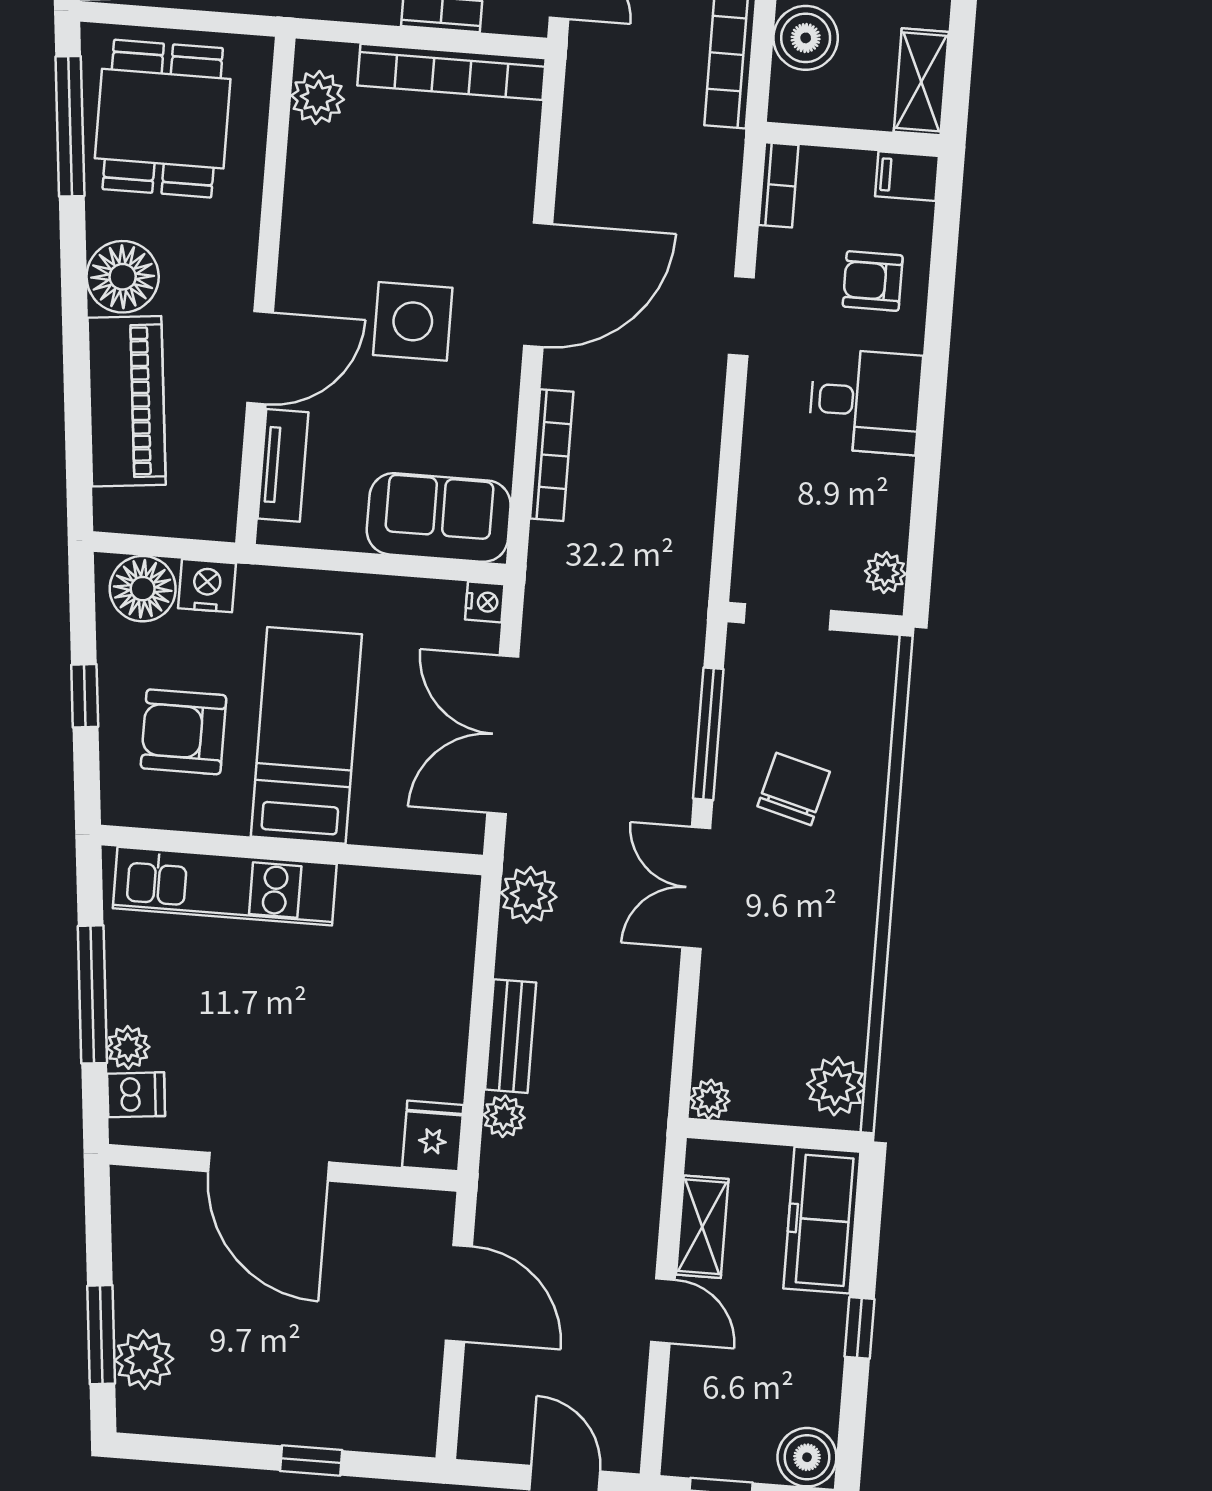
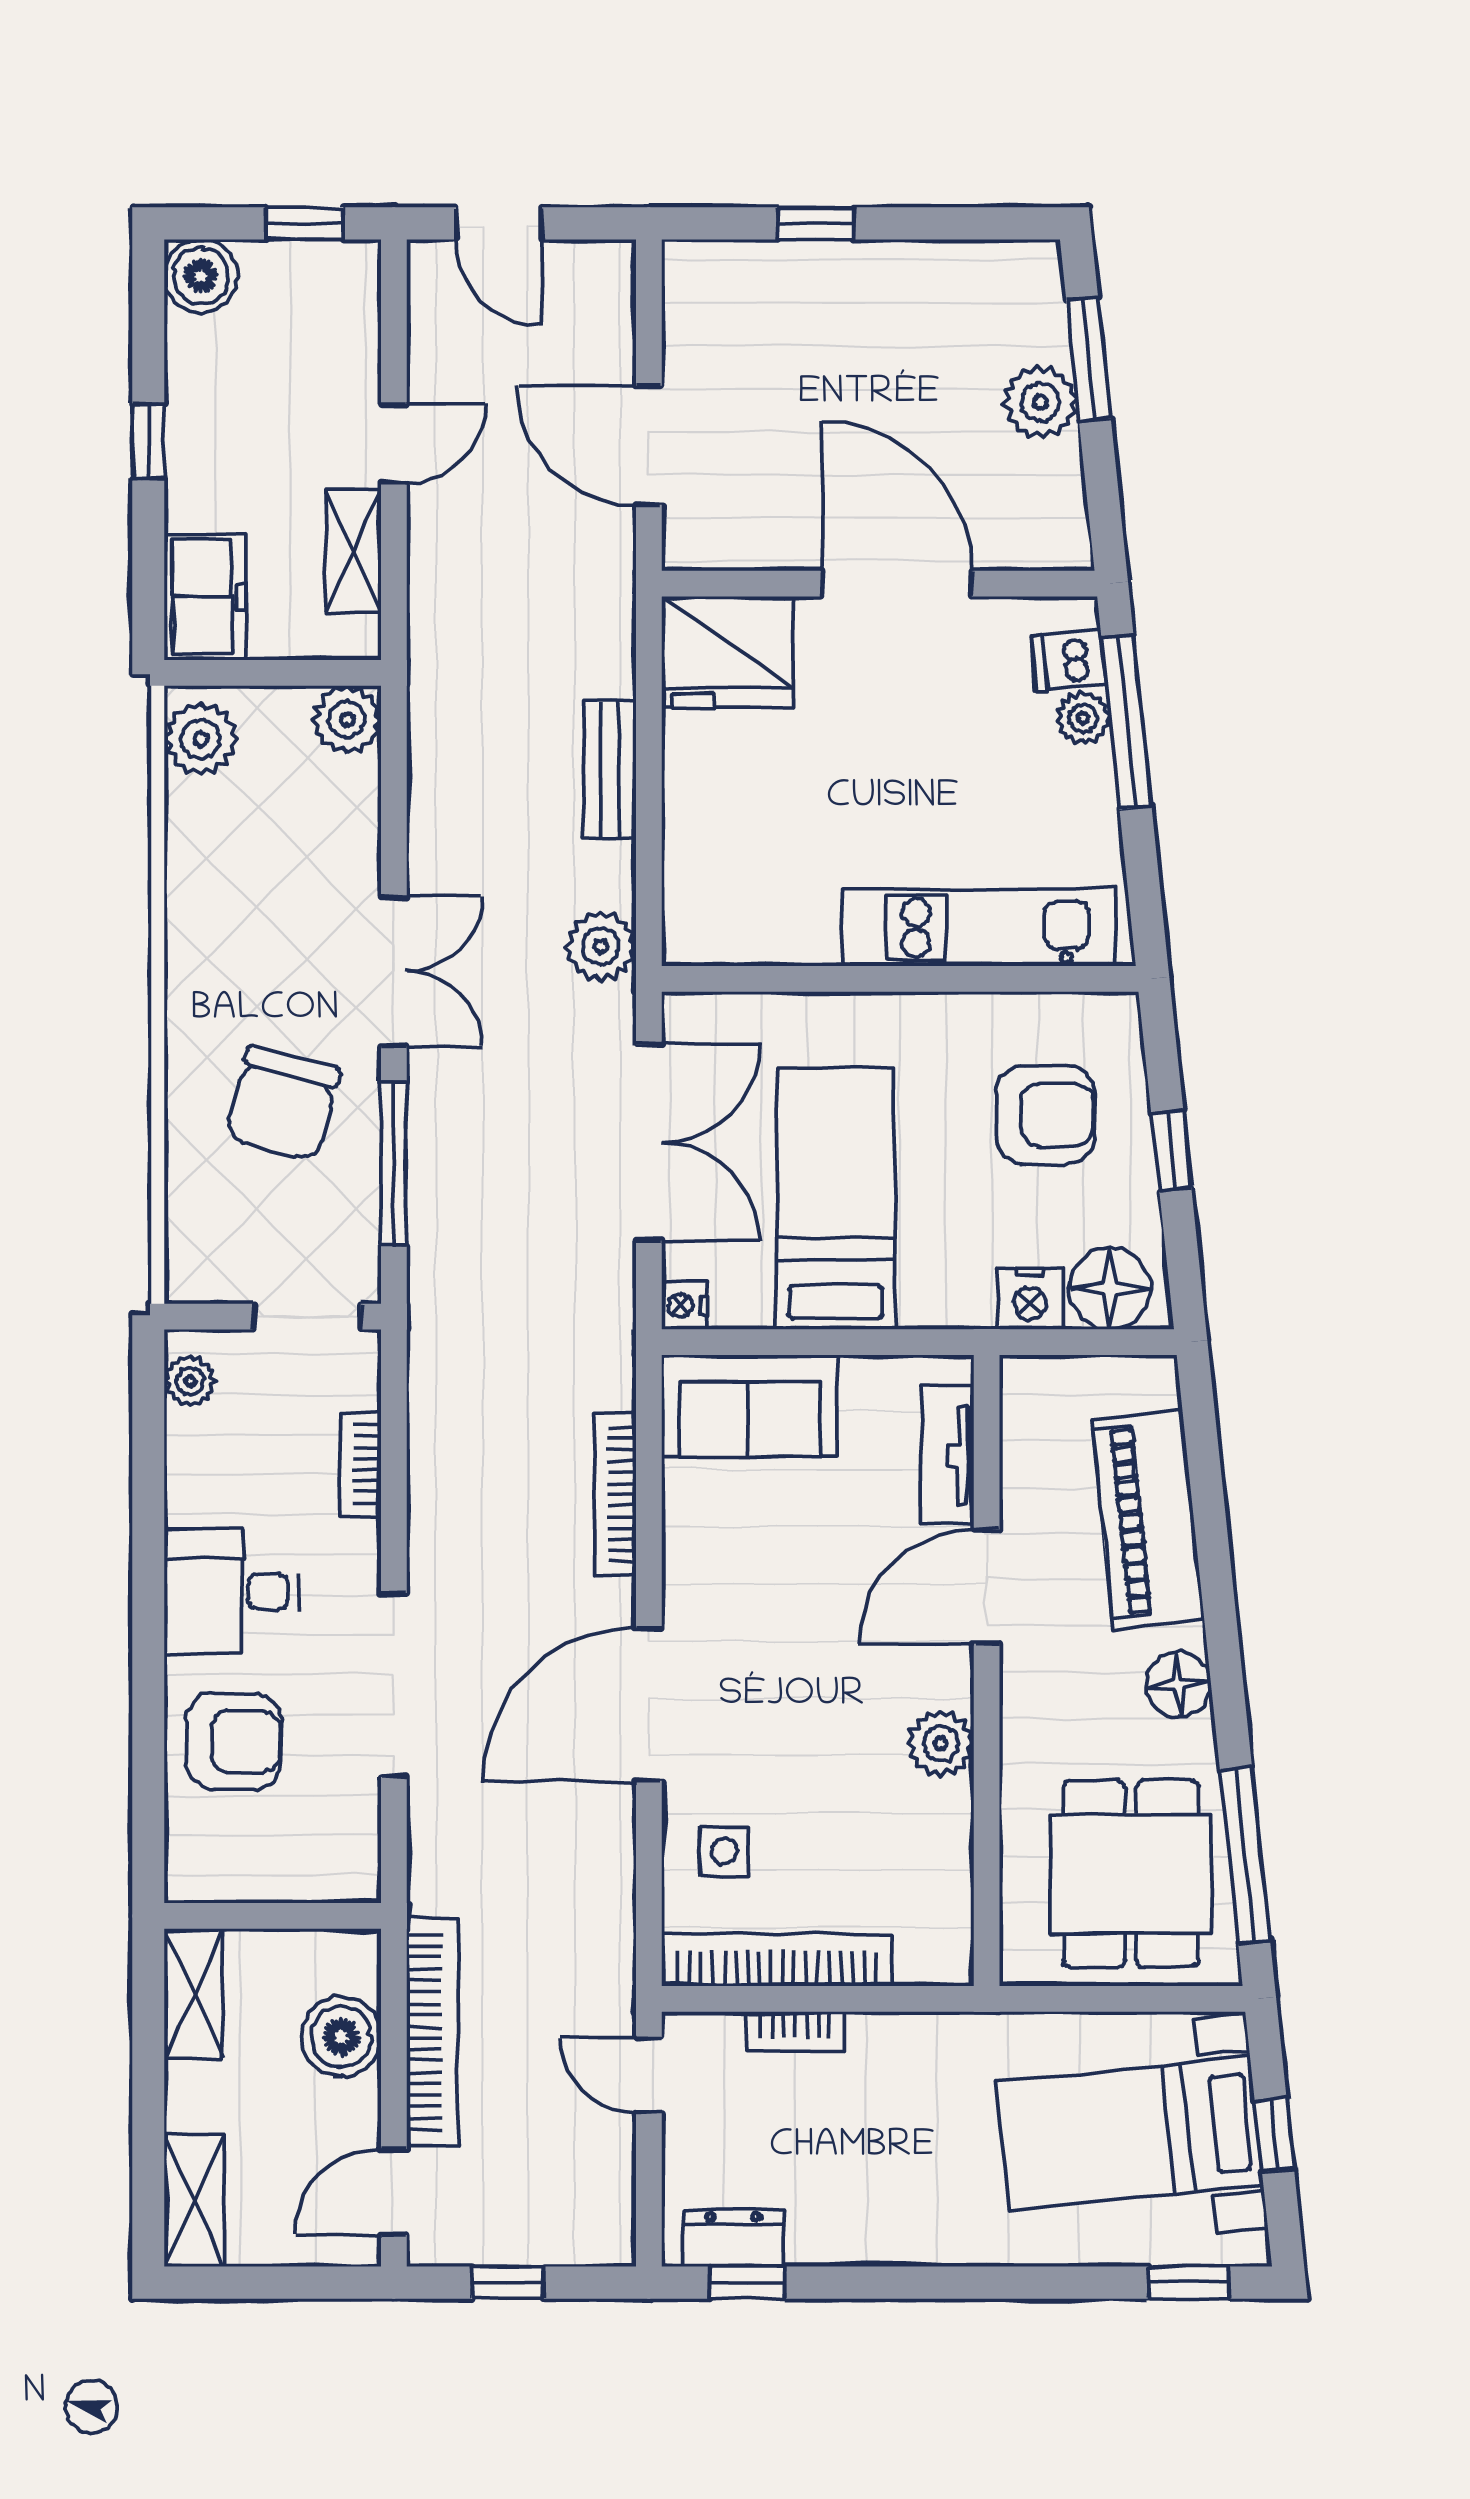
plant: (318, 97) -> (941, 1743), moved
filing cabinet: (907, 176) -> (202, 1875), removed
bookcase: (779, 185) -> (360, 1464), moved
floor lamp: (123, 277) -> (1178, 1685), width x0.73, depth x0.73
armchair: (873, 281) -> (234, 1742), width x1.38, depth x1.38
doorway: (741, 316) -> (394, 1685), width x1.88
side table: (413, 321) -> (724, 1851), moved, width x0.54, depth x0.54
bed: (306, 735) -> (835, 1199), moved, turned 180
chair: (794, 789) -> (283, 1104), width x1.37, depth x1.37
window: (92, 994) -> (1127, 722), moved
plant: (710, 1099) -> (347, 720), width x1.38, depth x1.38
plant: (504, 1116) -> (610, 669), removed
fridge: (433, 1136) -> (727, 652), width x1.88, depth x1.34
freezer: (822, 1220) -> (205, 597), width x0.71
door: (663, 1311) -> (394, 444), swing flipped
plant: (144, 1360) -> (1040, 402), moved

